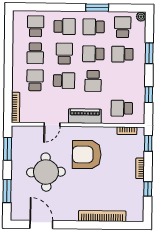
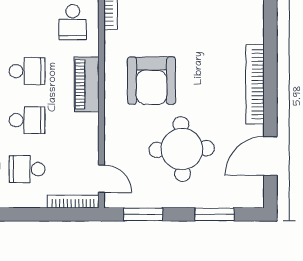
school desk: (64, 81) -> (27, 120), turned 90
door: (52, 125) -> (101, 179), moved
bookcase: (102, 216) -> (255, 84), moved

